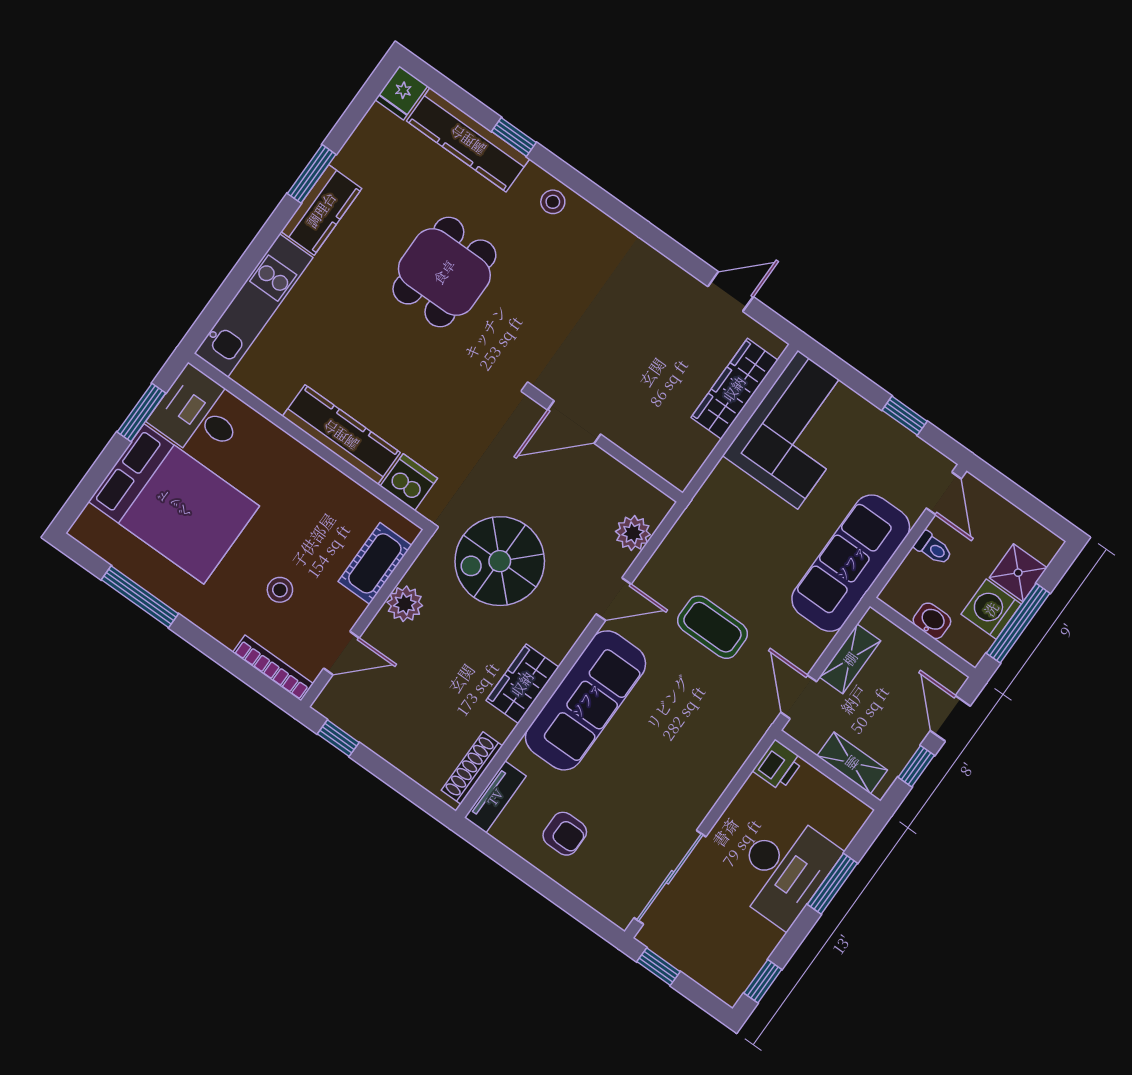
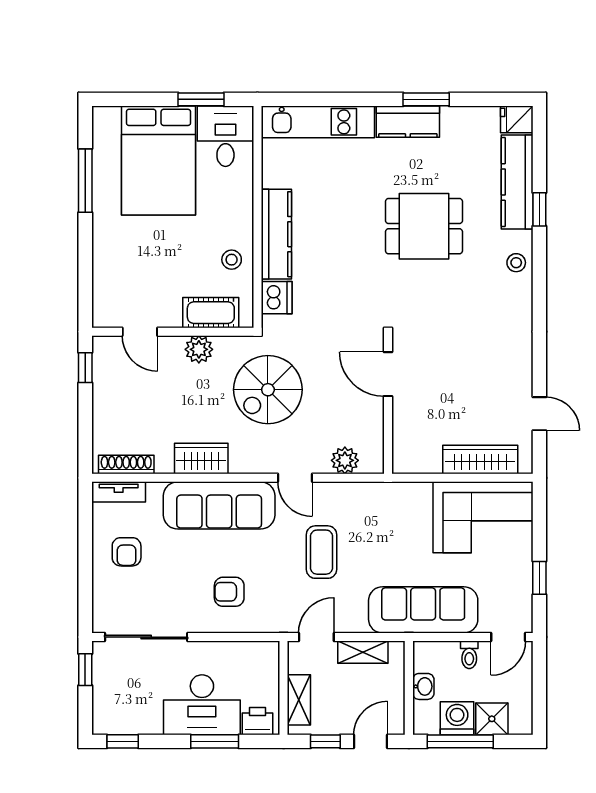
spiral stairs: (500, 561) -> (268, 390), turned -90
stool: (280, 590) -> (232, 260), moved
bookcase: (273, 668) -> (100, 295), removed
armchair: (685, 755) -> (229, 592), added
printer: (778, 765) -> (258, 721), moved, turned 180

